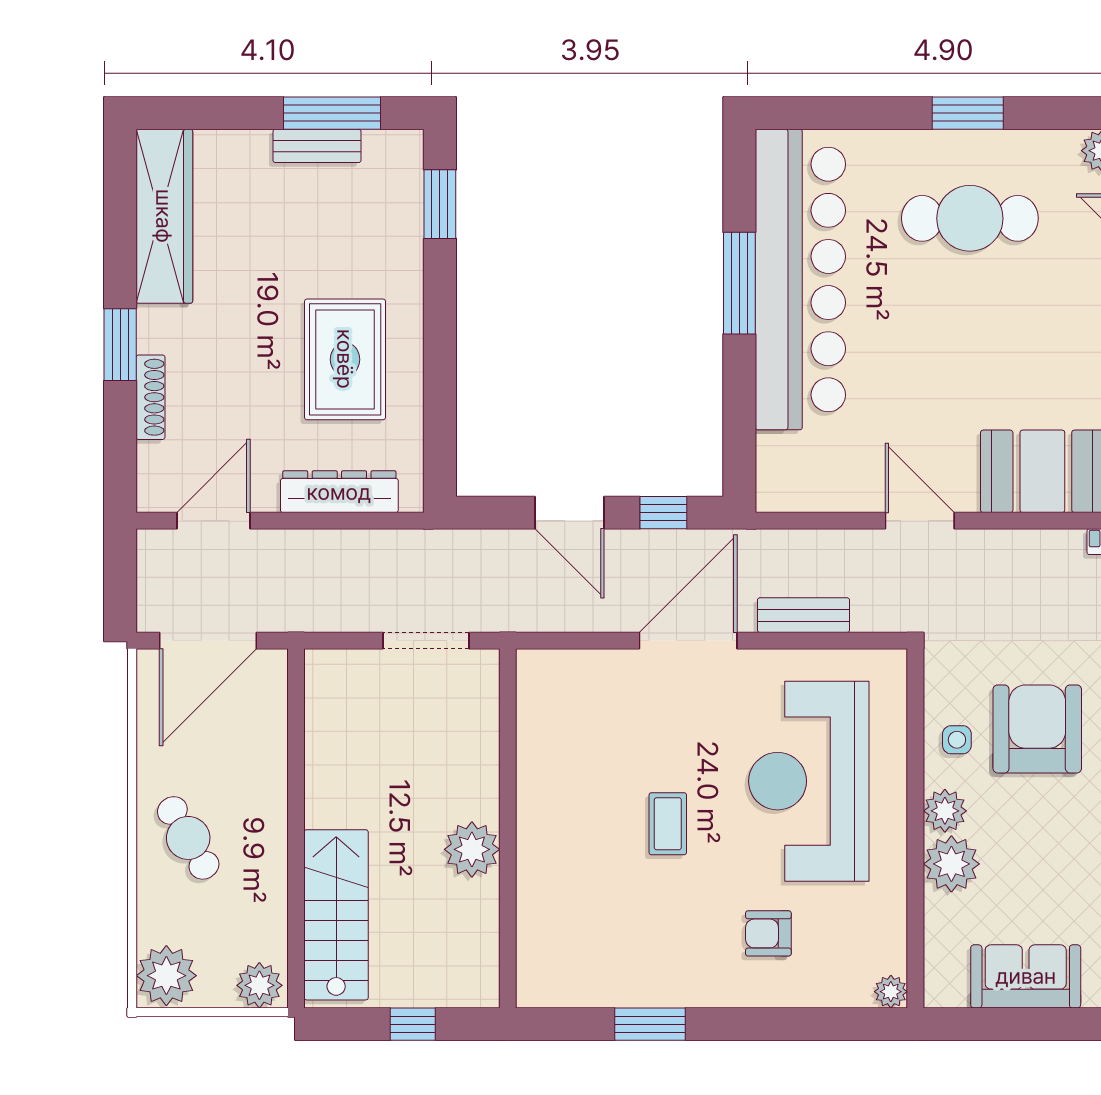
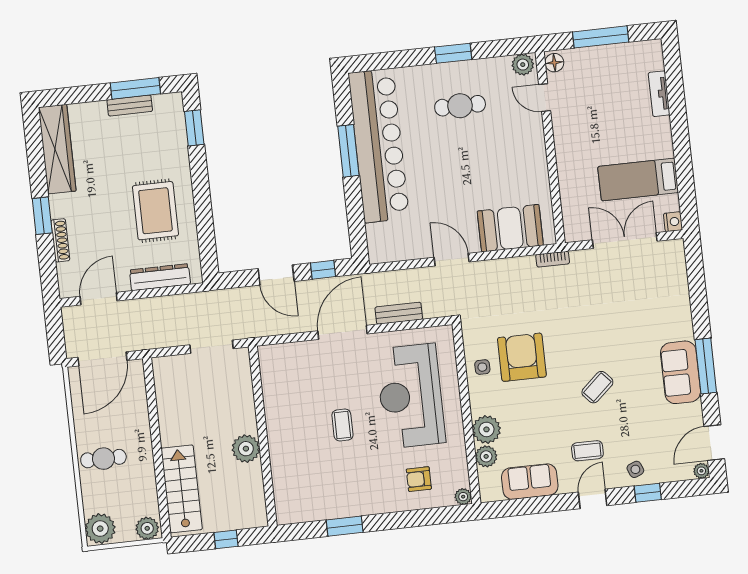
cafe table: (970, 218) -> (460, 106), width x0.73, depth x0.74
plant: (945, 811) -> (486, 456), moved
cafe table: (188, 838) -> (103, 459), turned -60
armchair: (768, 933) -> (419, 479), moved

